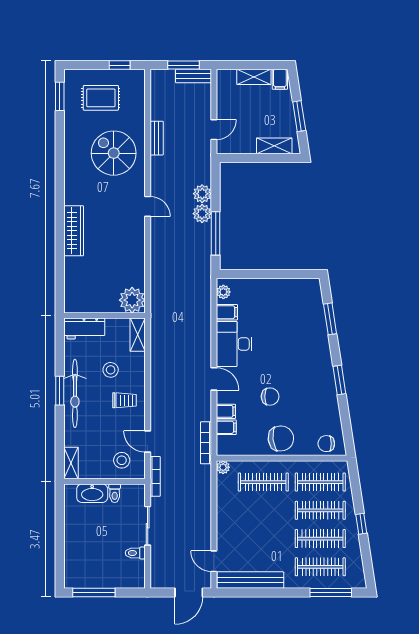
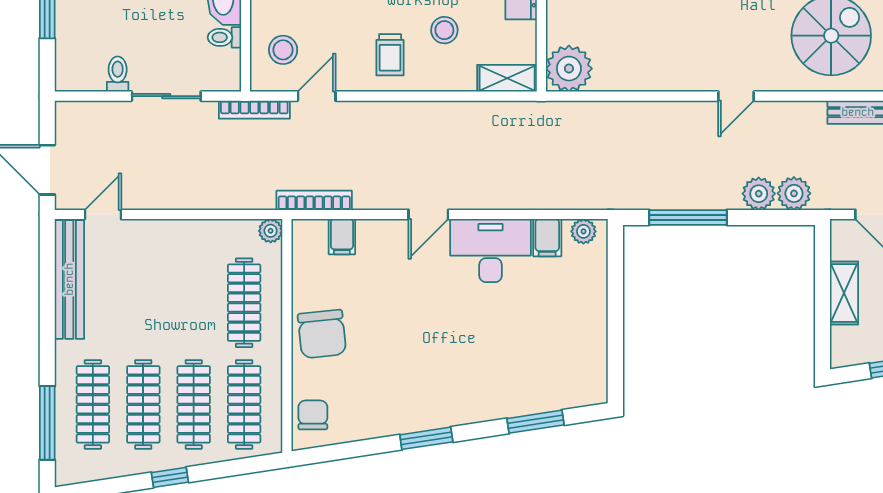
shelving: (274, 146) -> (844, 293), moved
plant: (202, 214) -> (794, 193), moved
chair: (270, 397) -> (397, 315), removed
filing cabinet: (226, 411) -> (370, 236), removed

